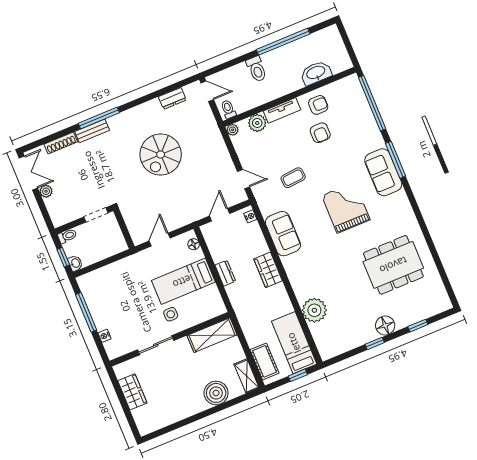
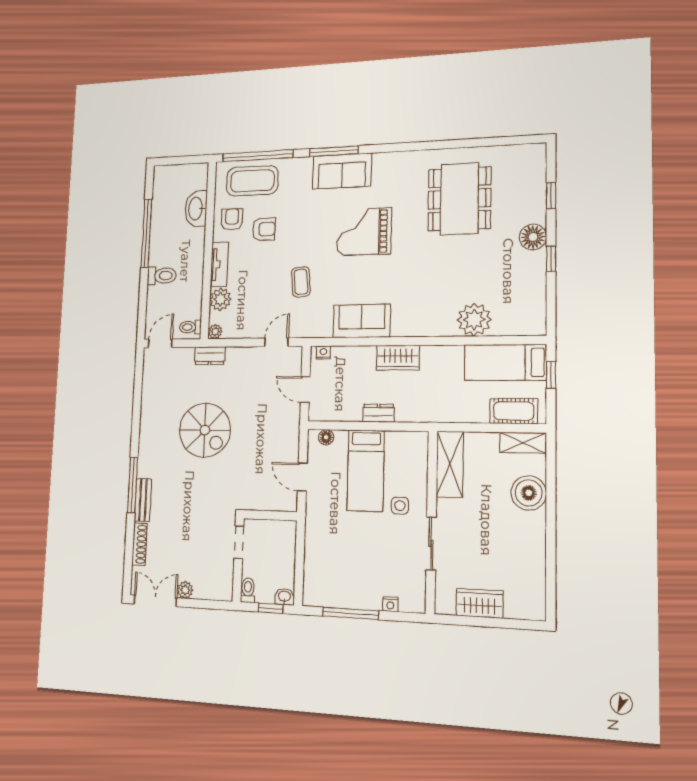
dresser: (172, 98) -> (210, 356), moved, turned 90
coffee table: (352, 108) -> (252, 181), added

